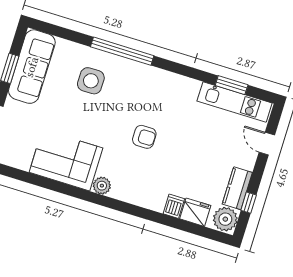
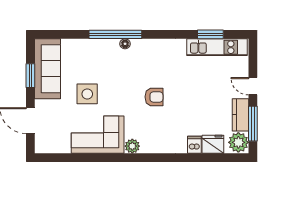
floor lamp: (130, 65) -> (125, 44), added
side table: (91, 81) -> (87, 94), moved
door: (267, 144) -> (253, 86), moved
window: (249, 203) -> (253, 124), width x2.17

